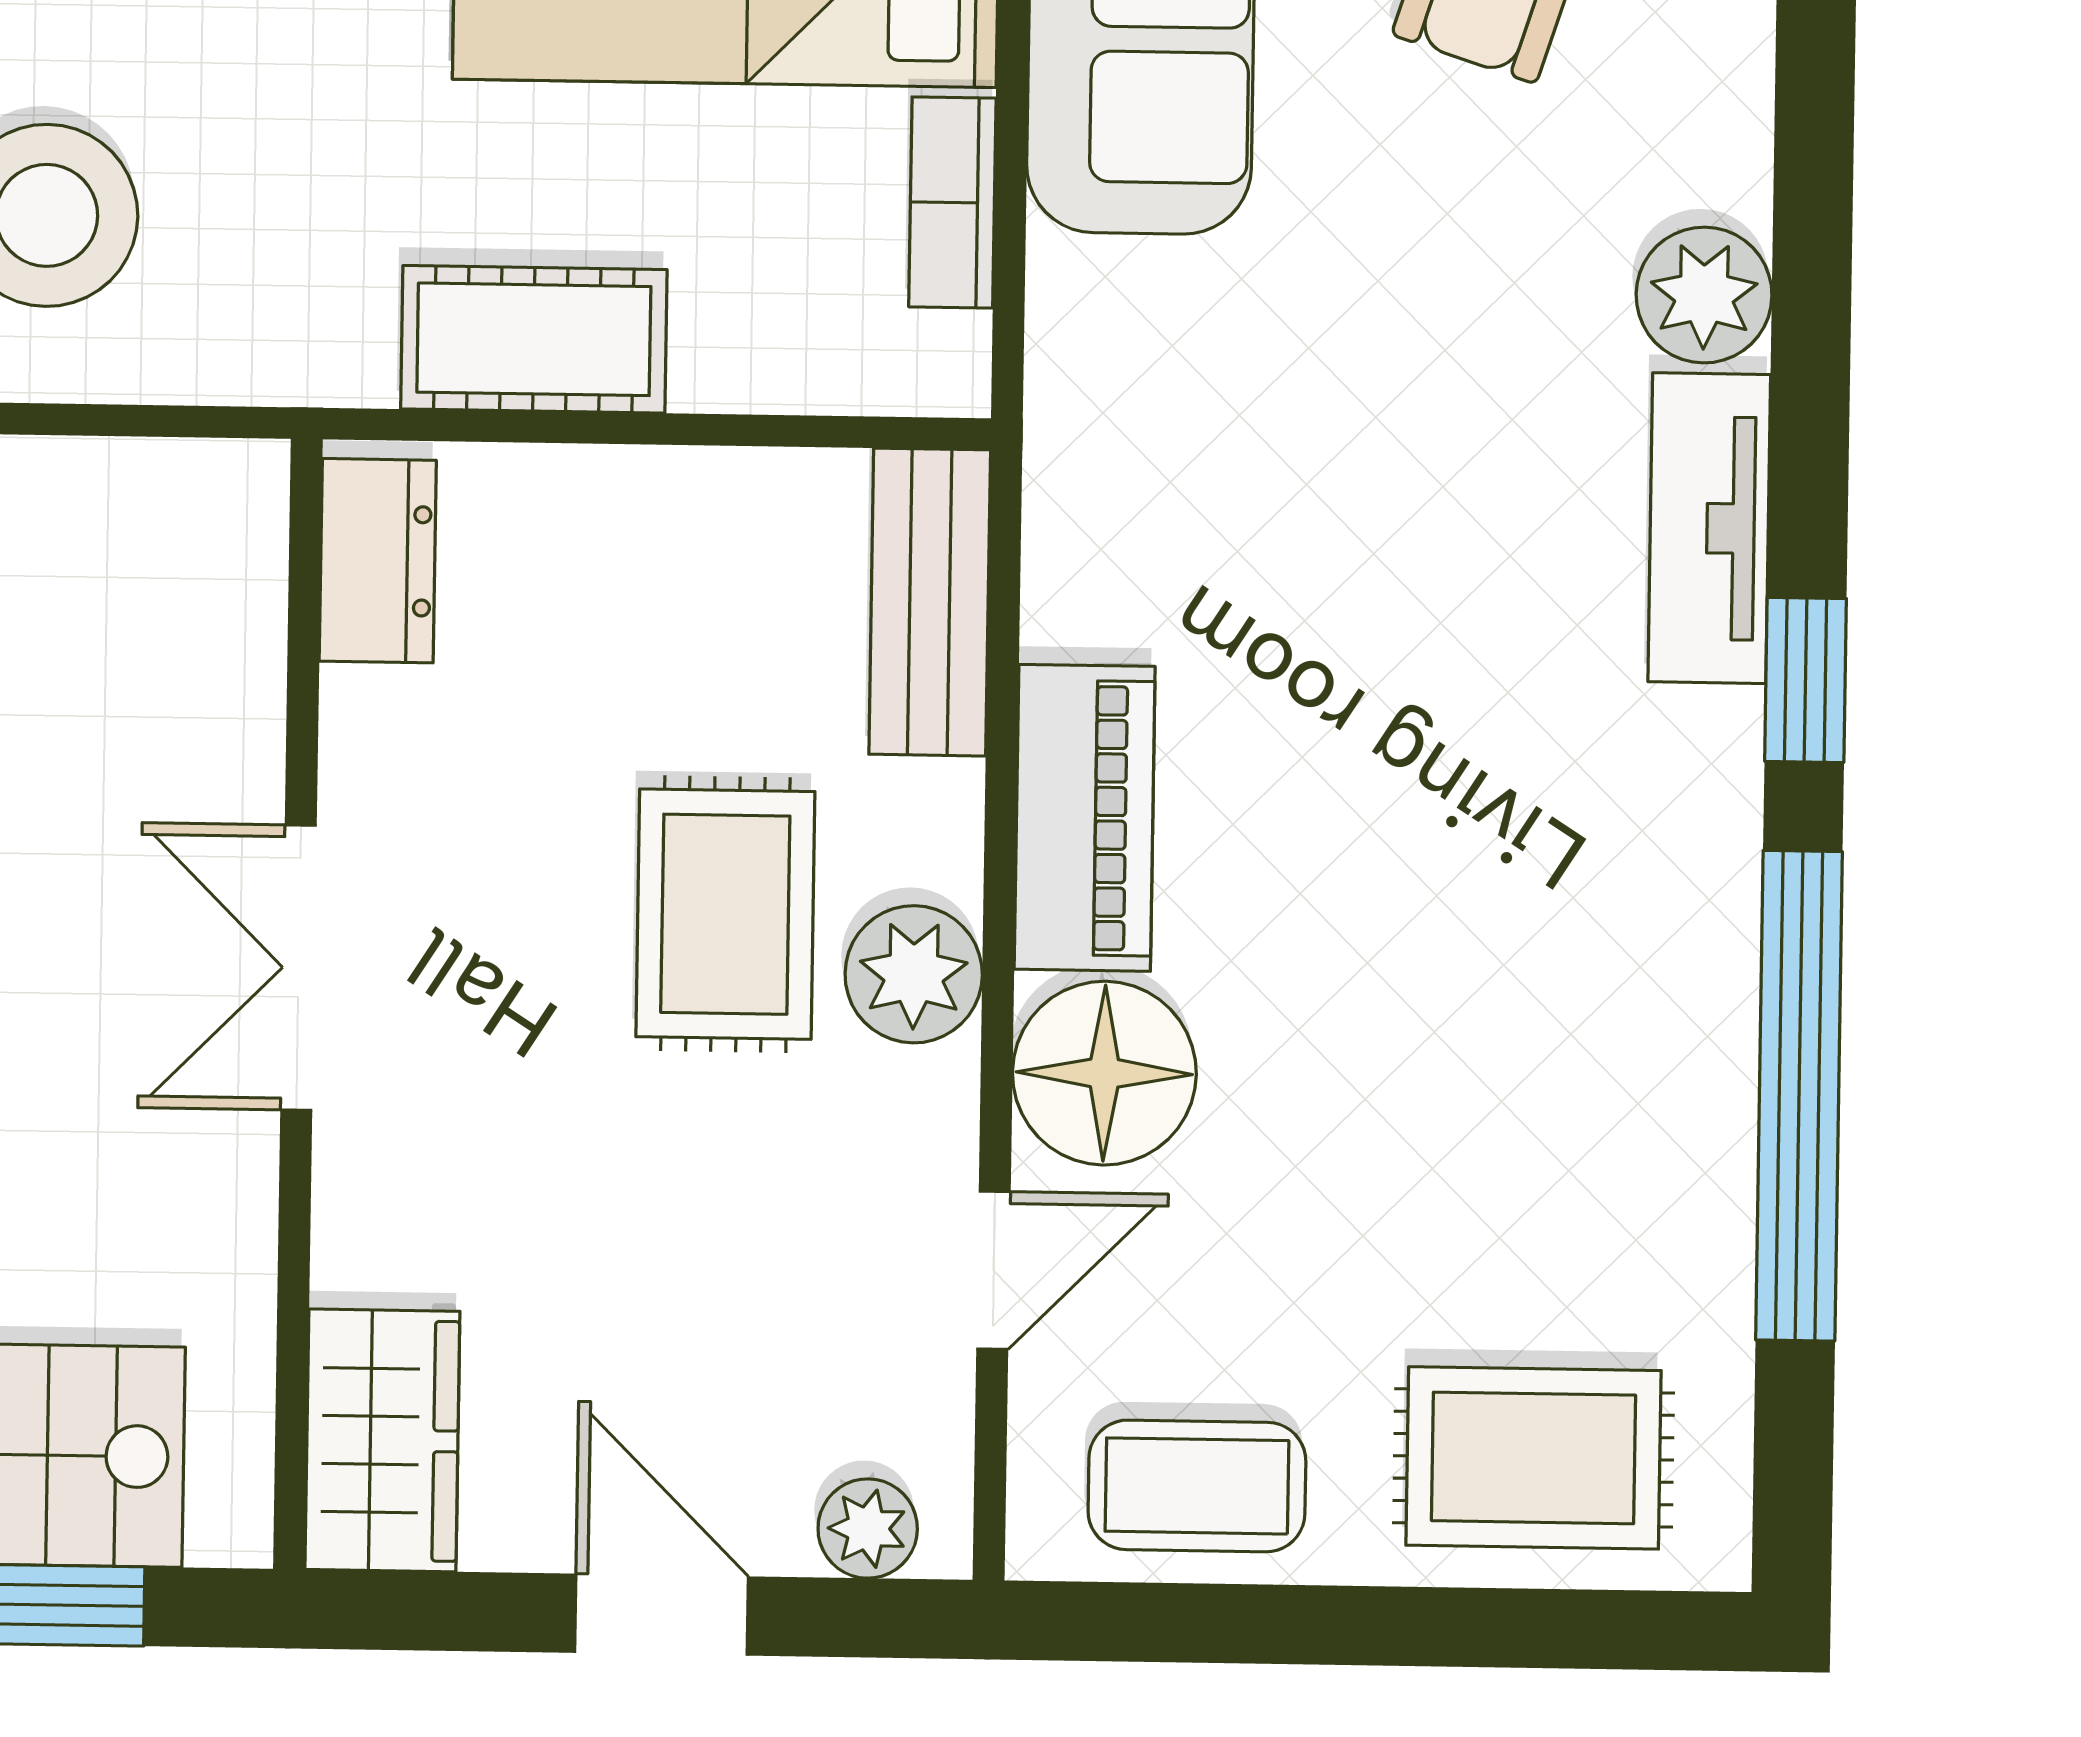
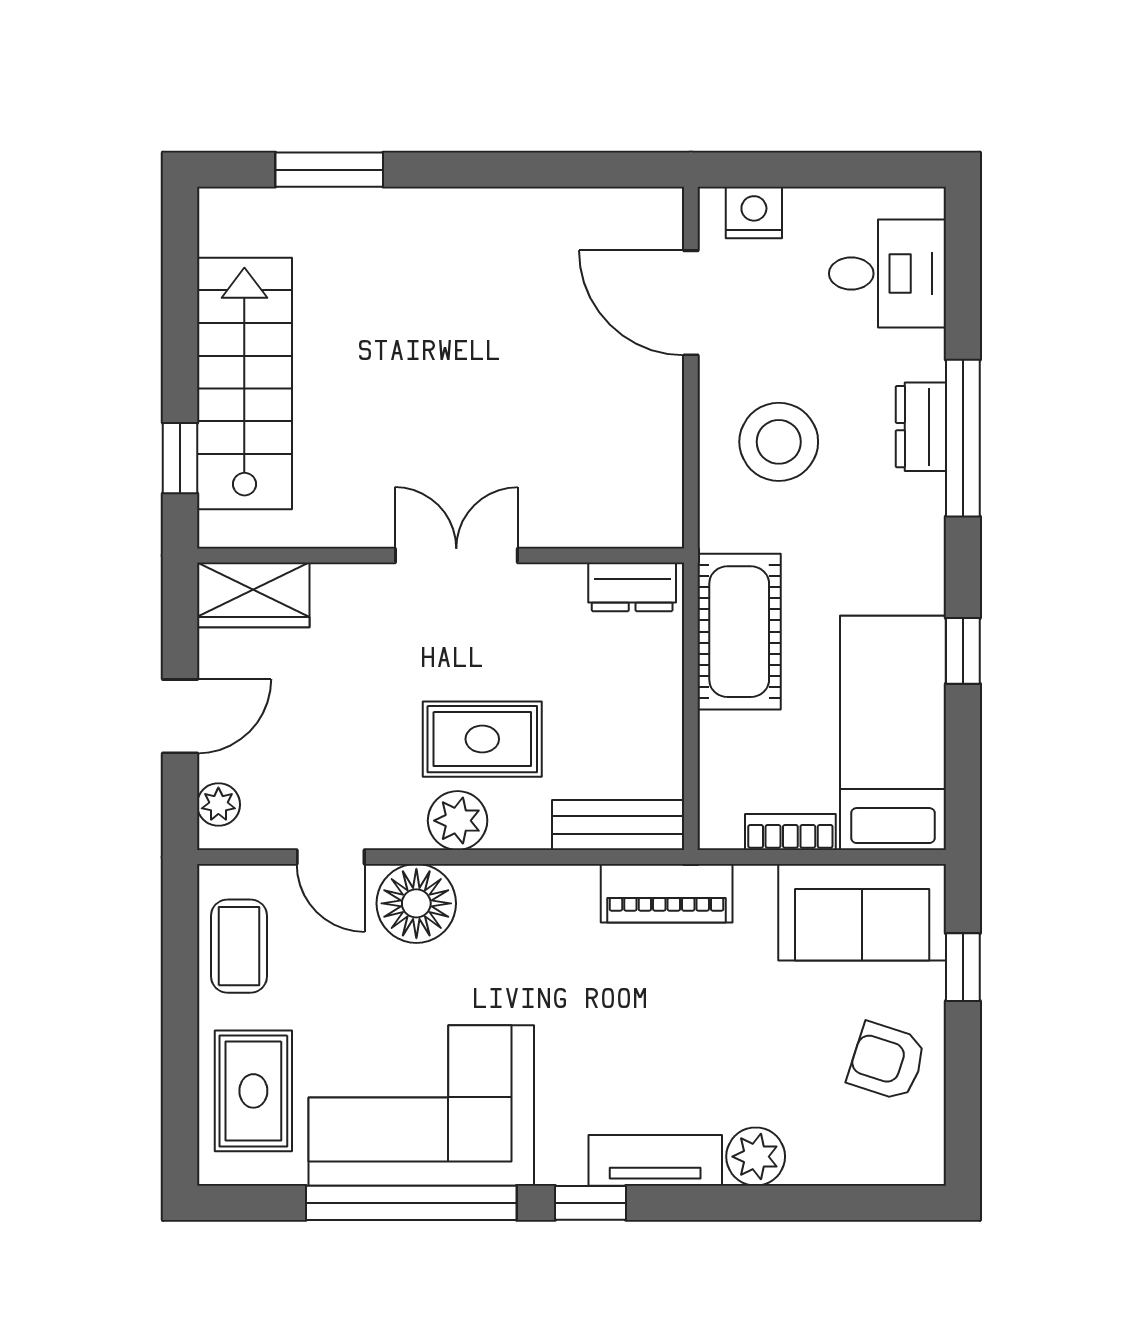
cot: (534, 339) -> (739, 632), width x1.37, depth x1.34
piano: (1085, 818) -> (667, 893), moved
corner sofa: (1573, 1069) -> (421, 1106), added

